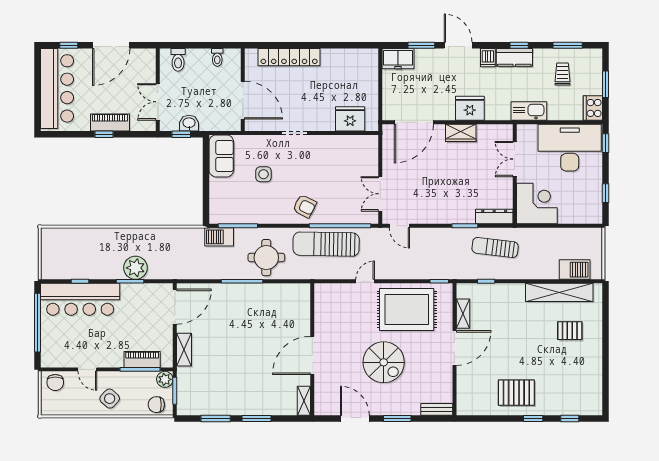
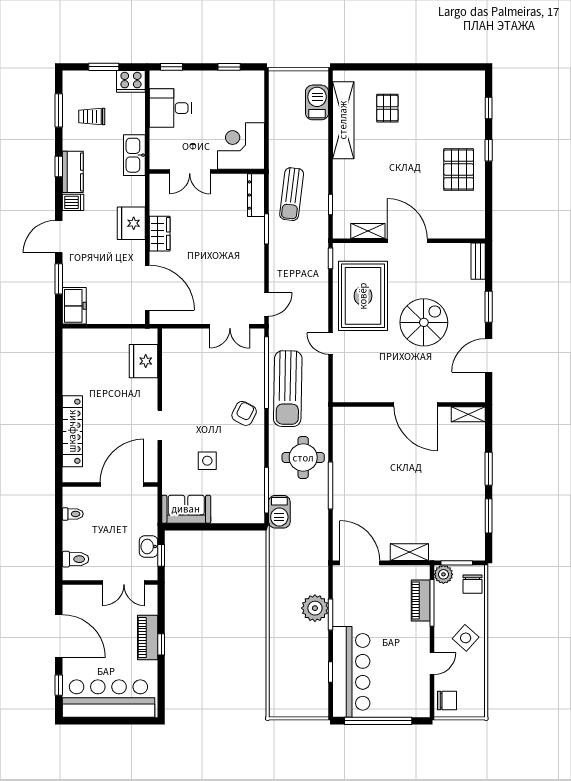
desk: (570, 148) -> (170, 108), width x0.53, depth x0.77

